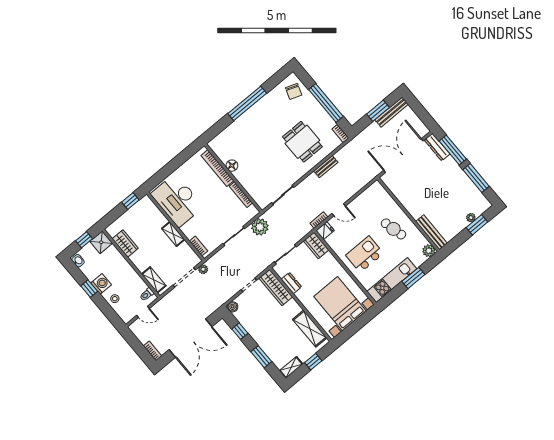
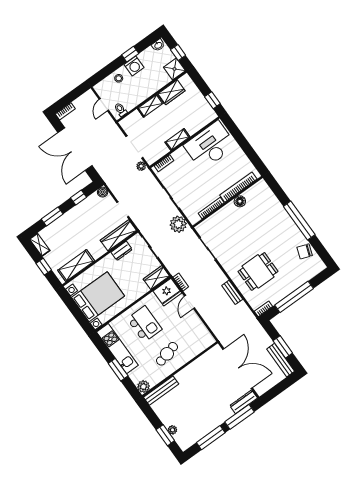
chair: (294, 91) -> (305, 251), moved
fridge: (325, 231) -> (167, 292), width x1.88, depth x1.34
shelving: (154, 280) -> (150, 106), moved

